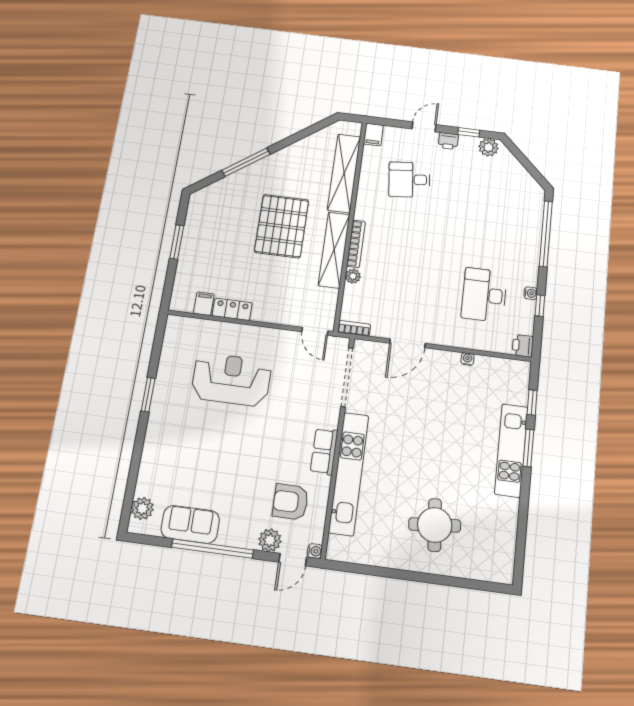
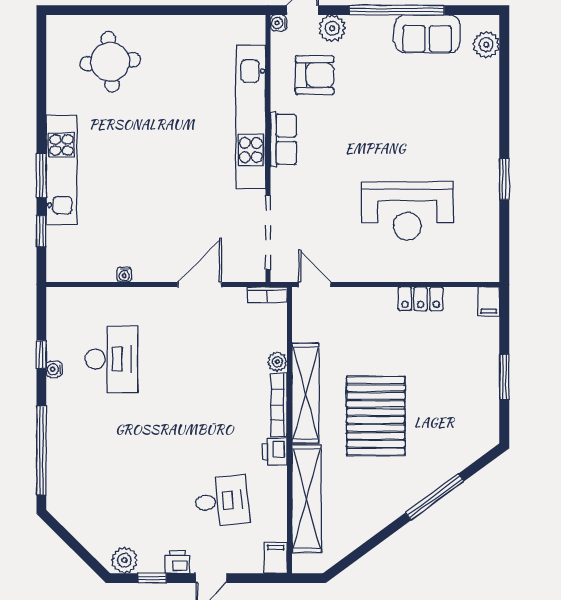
filing cabinet: (204, 304) -> (489, 301), moved
printer: (523, 346) -> (275, 452), moved, turned 180
round table: (435, 525) -> (110, 62), moved

